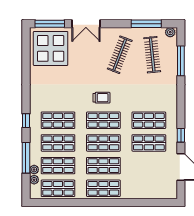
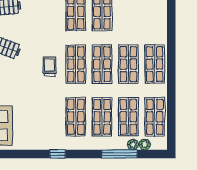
window: (26, 121) -> (58, 154), moved

